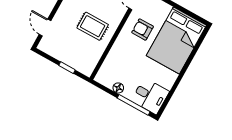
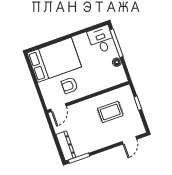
rug: (93, 26) -> (110, 112), moved, turned 90
armchair: (143, 29) -> (69, 85), turned 90

